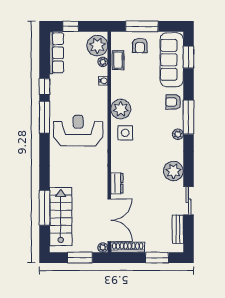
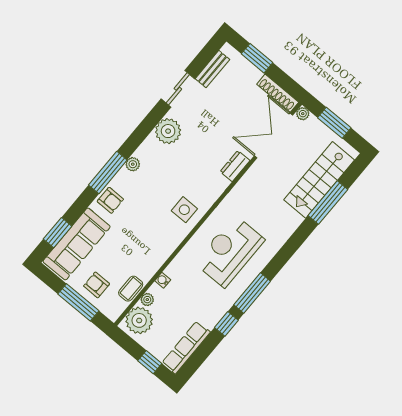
armchair: (140, 46) -> (97, 285), turned -90
plant: (121, 109) -> (169, 237), removed
reception desk: (78, 131) -> (230, 251), turned 90

